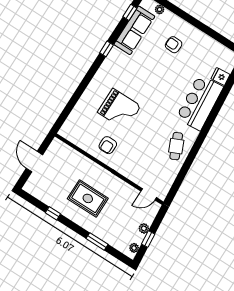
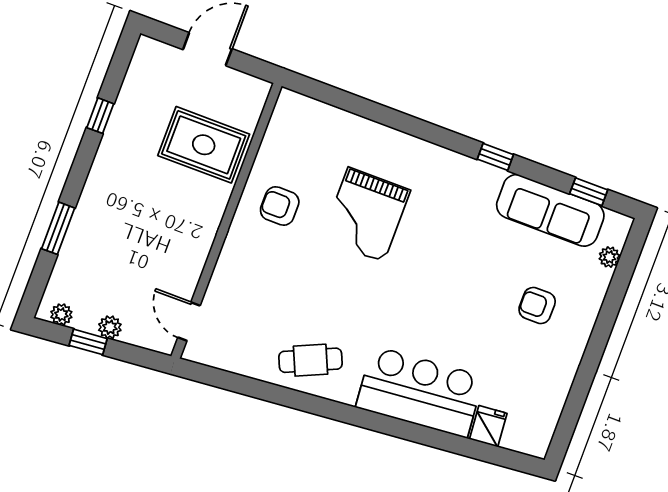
armchair: (174, 45) -> (537, 305), turned -92
rug: (88, 198) -> (204, 145), moved, turned 90

